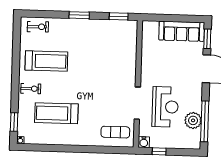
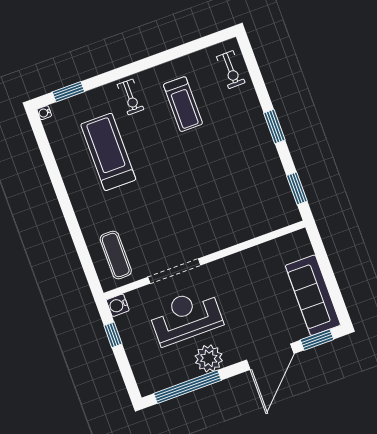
treadmill: (46, 61) -> (183, 104), width x0.73, depth x0.73
reception desk: (165, 107) -> (186, 317), turned 180
plant: (193, 120) -> (209, 358), moved

